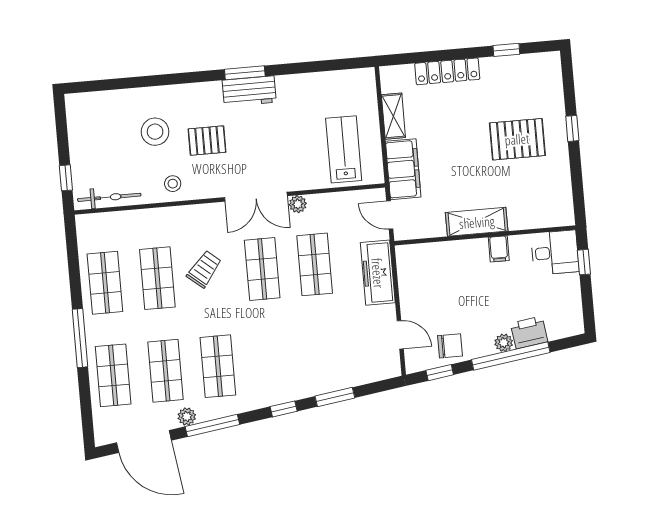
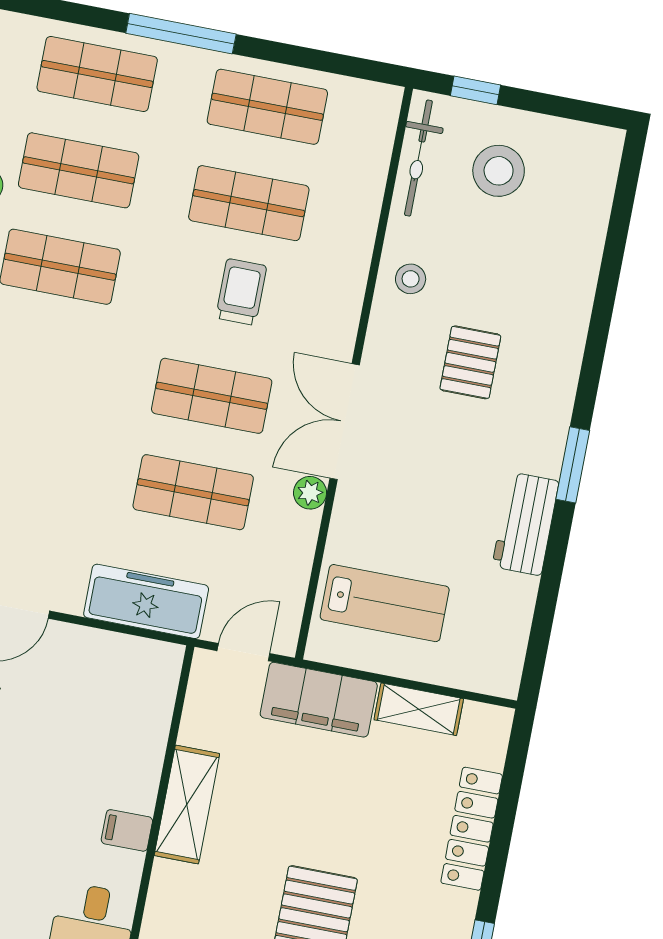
workbench: (249, 91) -> (526, 524), moved
stool: (155, 132) -> (499, 171), moved
trolley: (204, 269) -> (241, 292), turned -130

